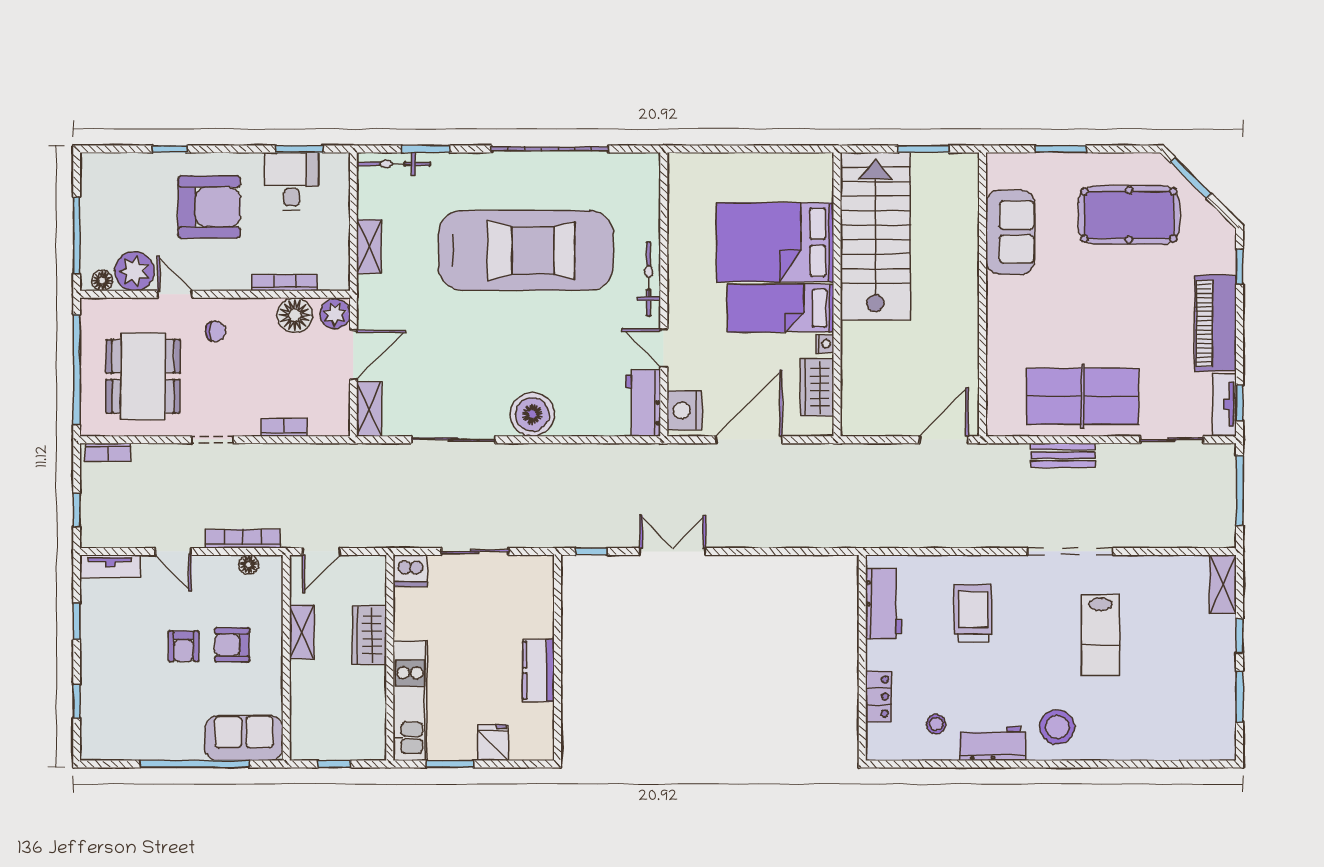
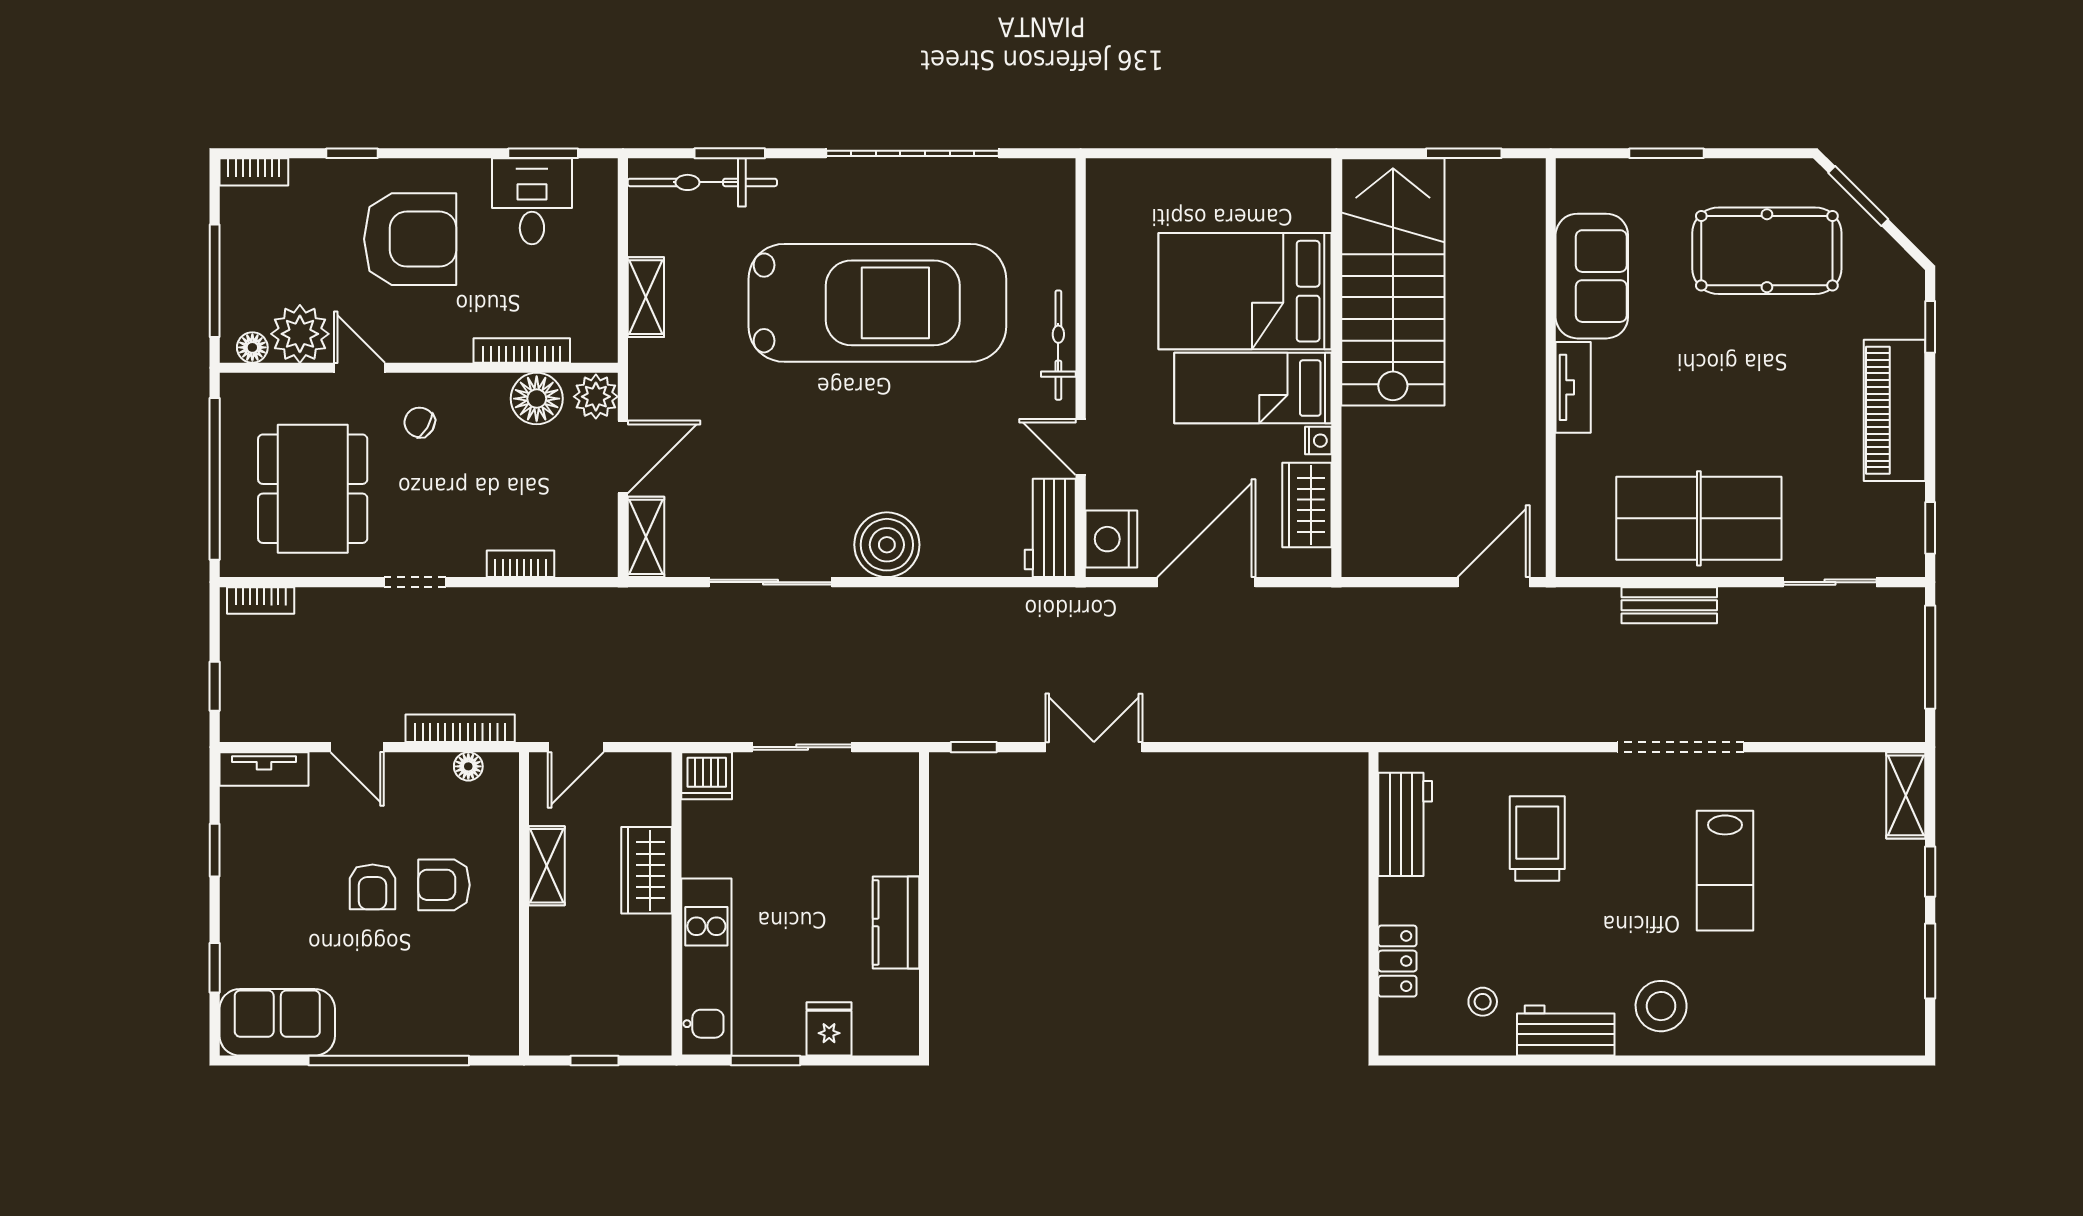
bookcase: (103, 162) -> (254, 172), added
bicycle: (394, 164) -> (702, 182), width x1.37, depth x1.40
chair: (216, 331) -> (420, 422), turned -149
tv unit: (1224, 404) -> (1573, 387), moved, turned 180
sofa: (244, 738) -> (277, 1022), moved

